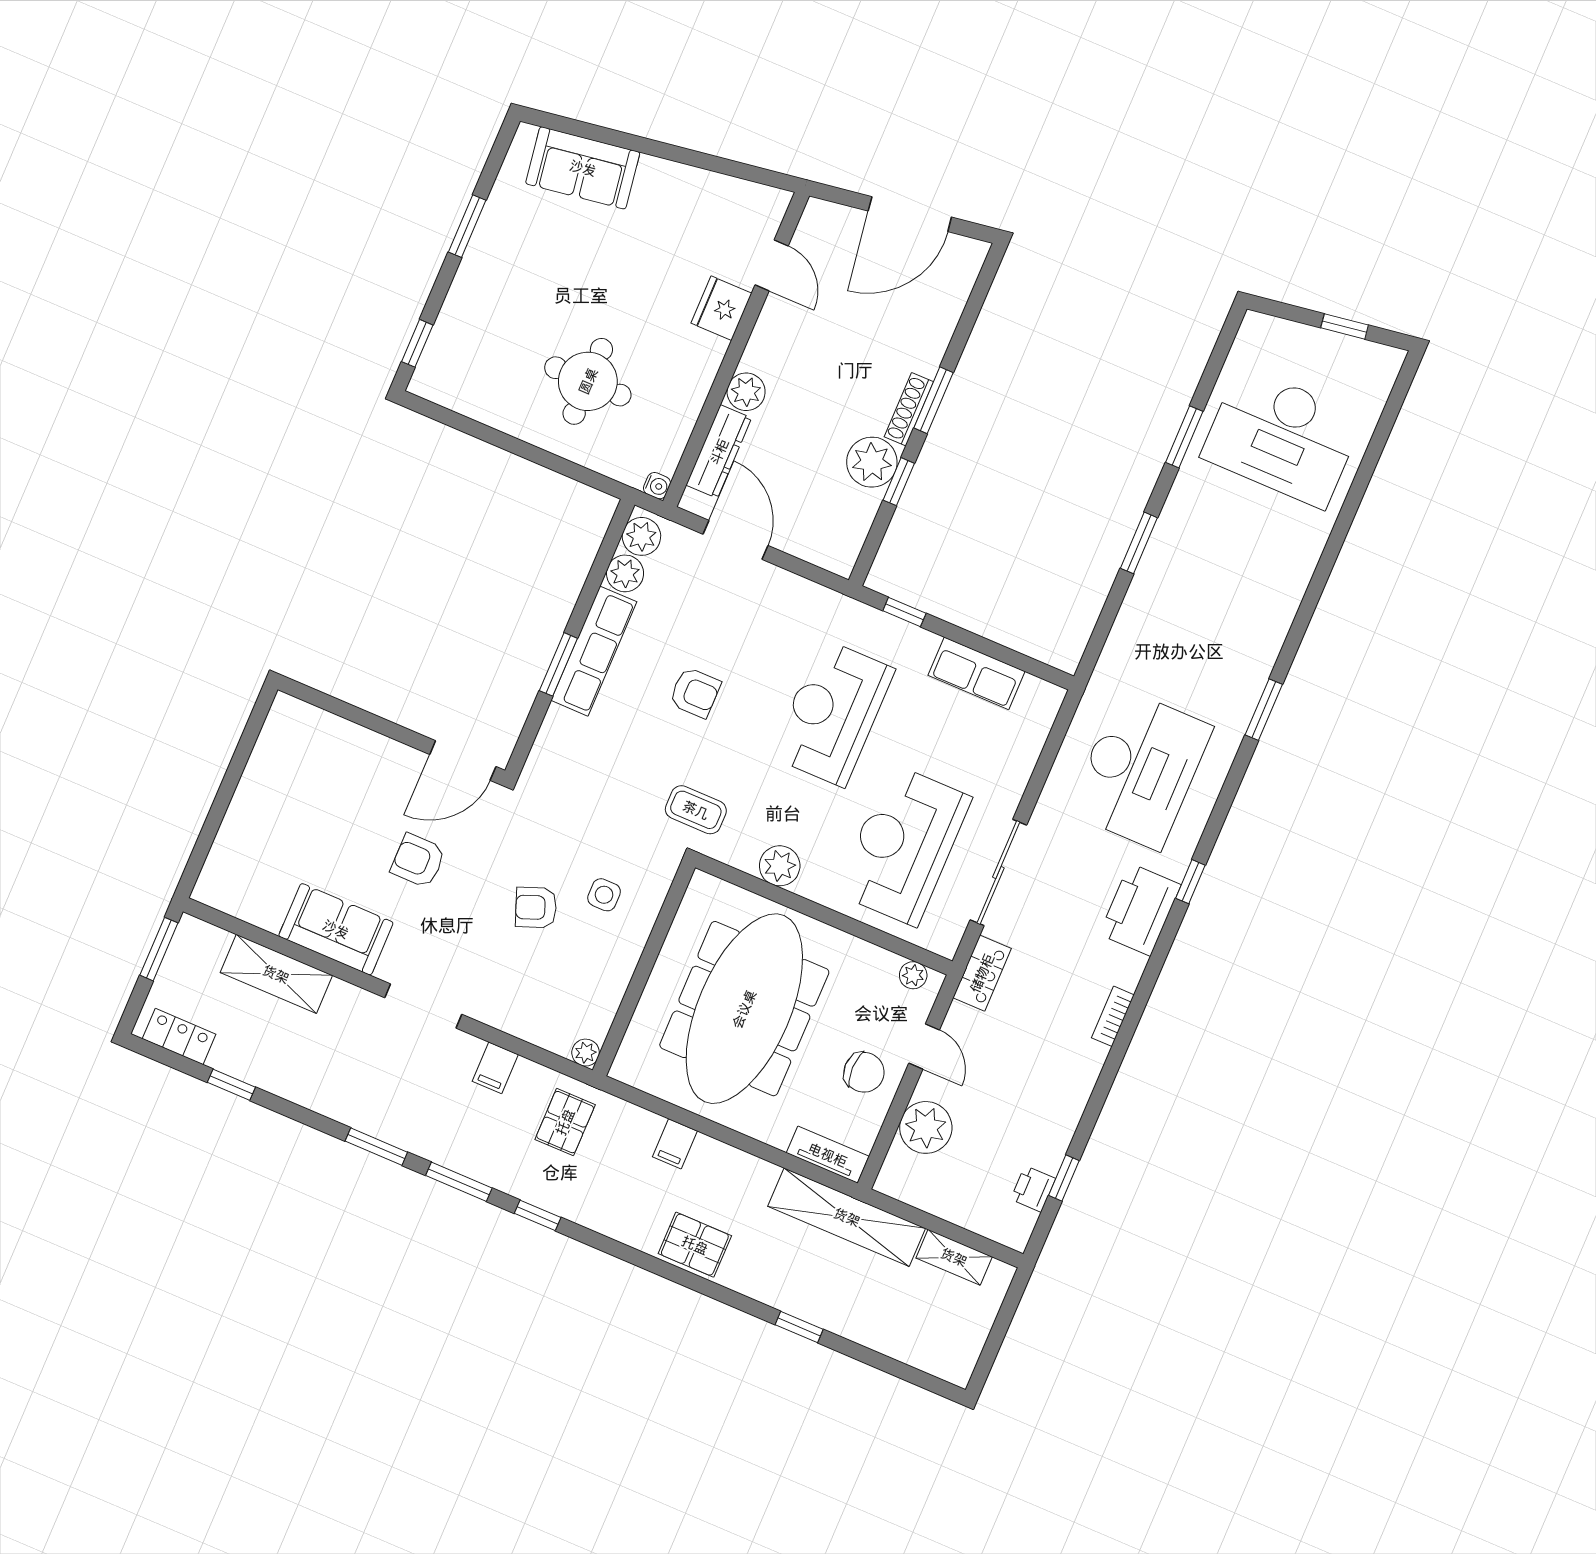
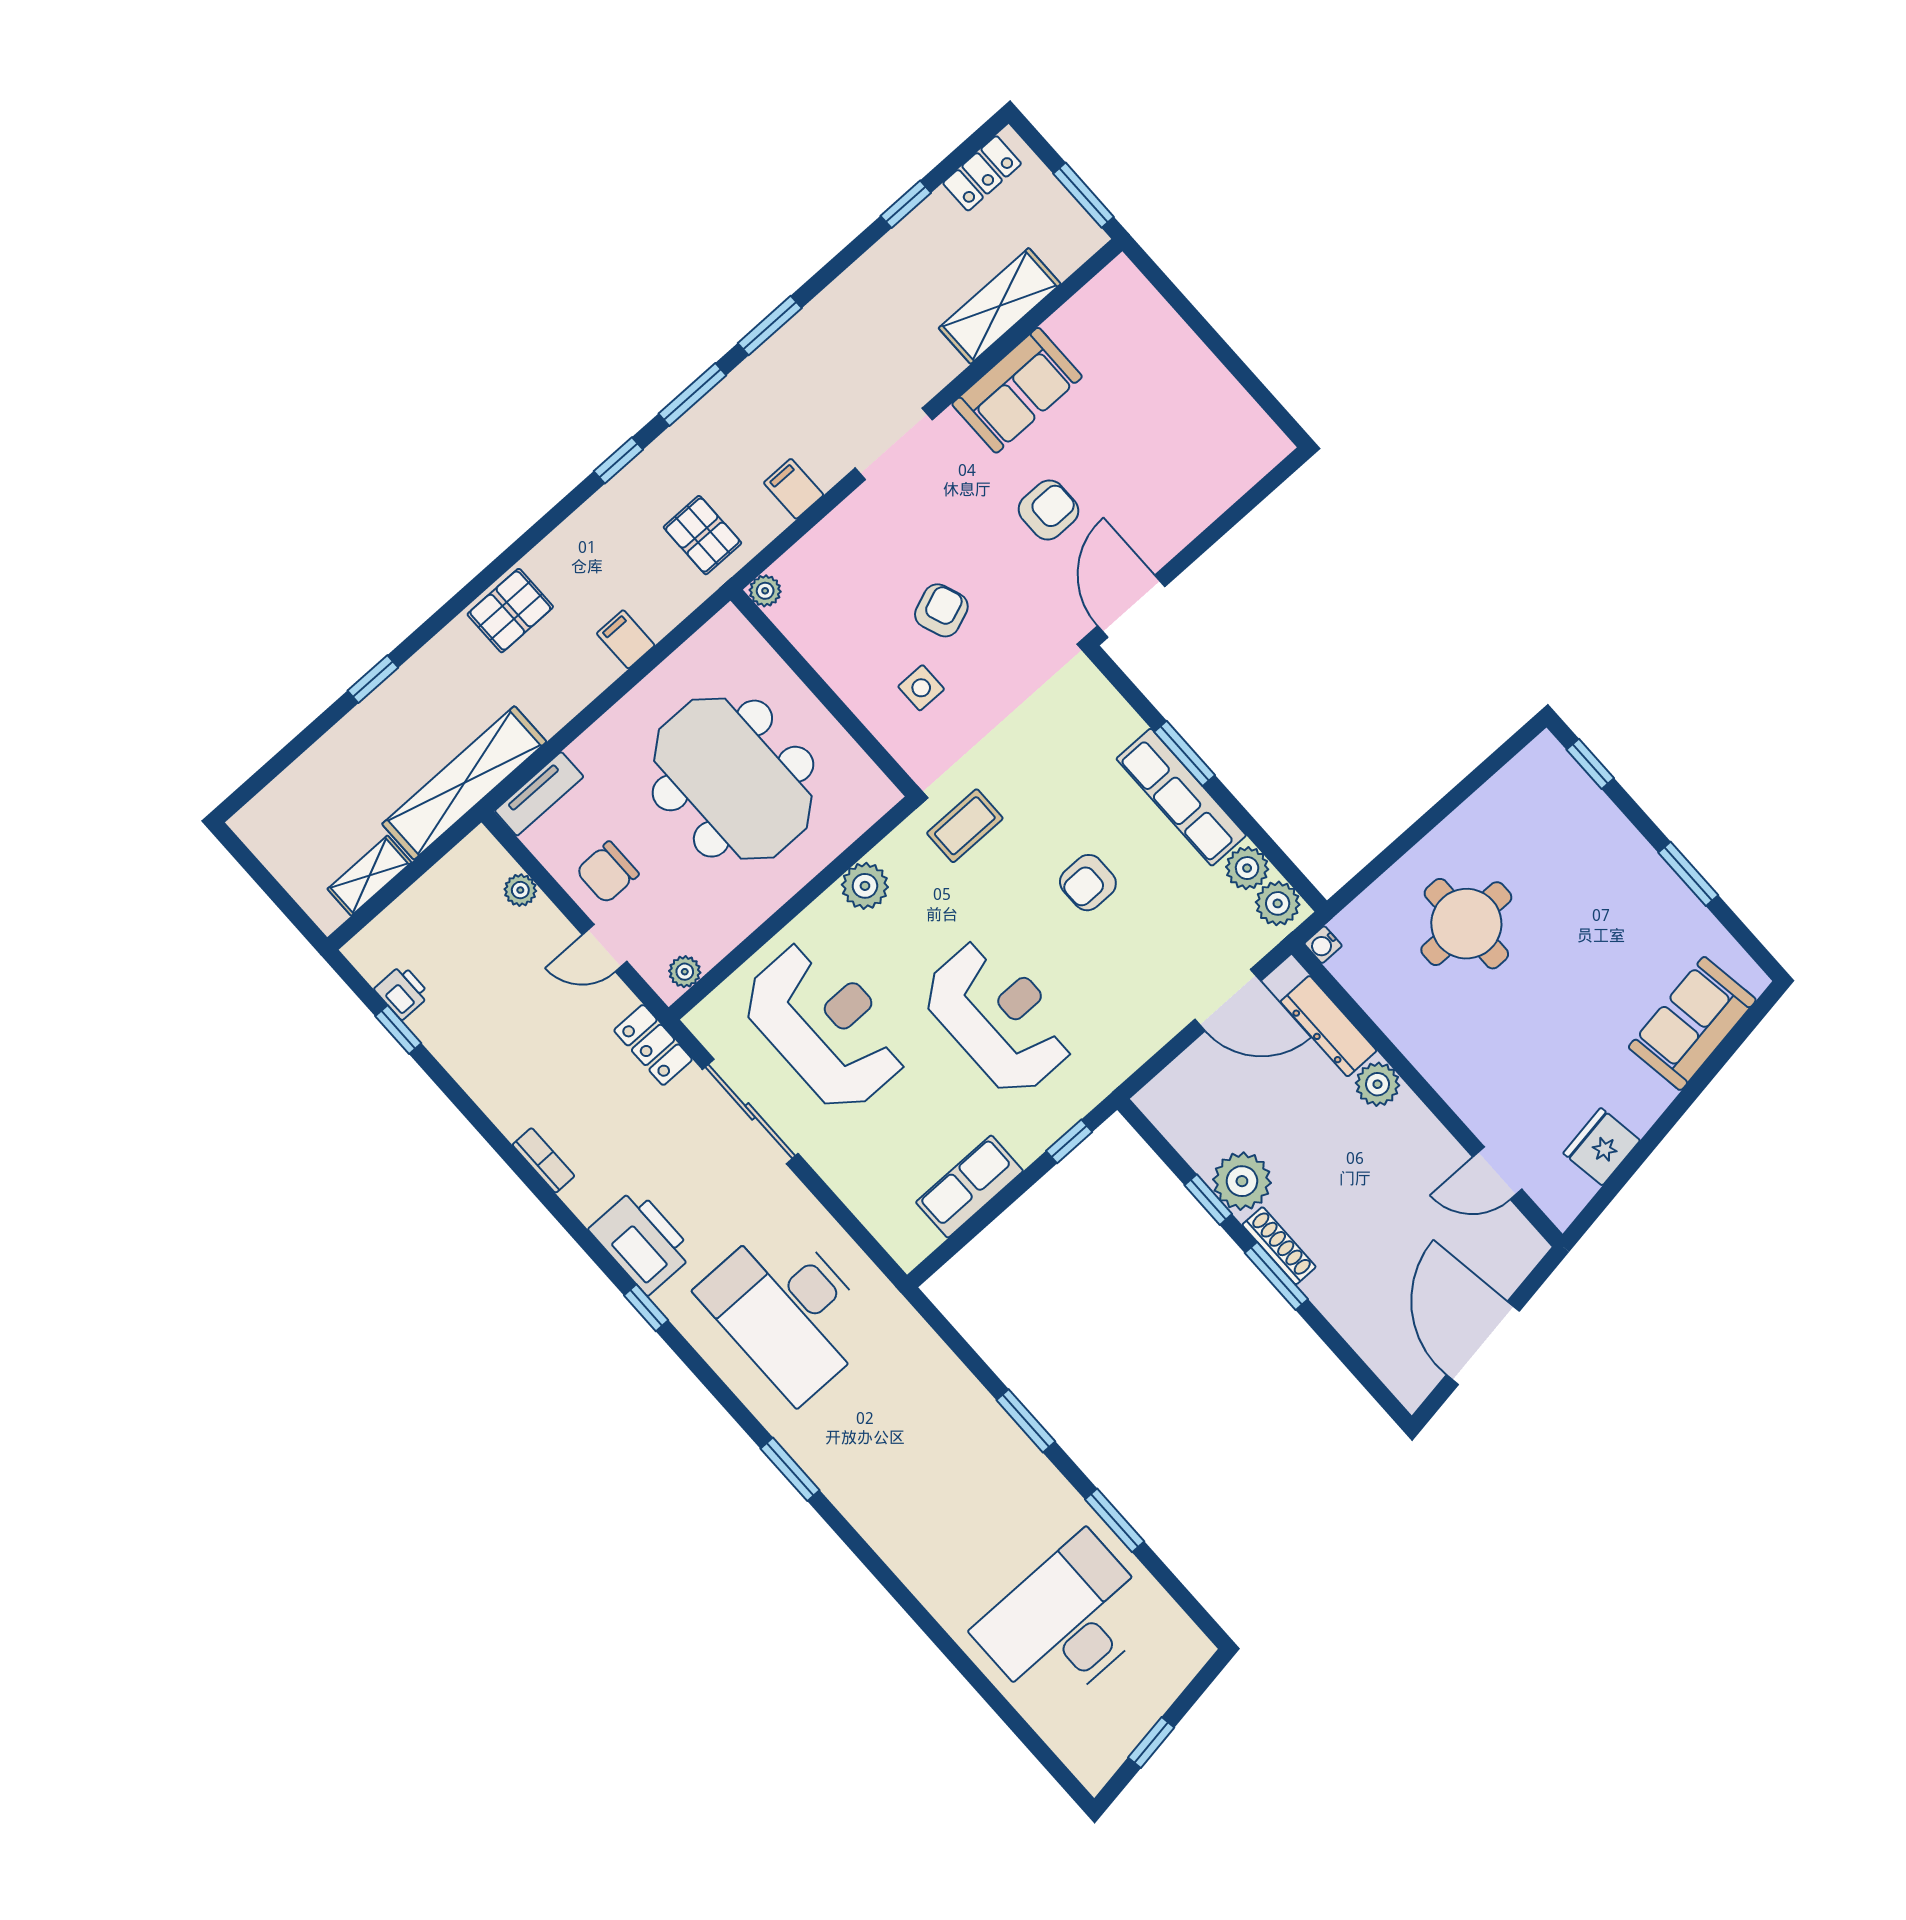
fridge: (721, 308) -> (1601, 1147), moved, turned -99
meeting table: (744, 1009) -> (733, 779), width x0.73
plant: (926, 1127) -> (520, 890), width x0.53, depth x0.53

